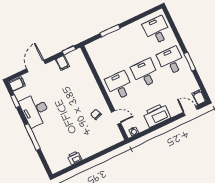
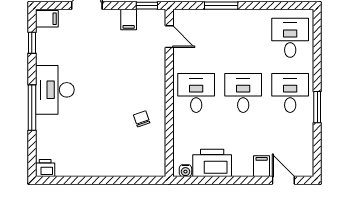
filing cabinet: (199, 97) -> (262, 166), moved
desk: (35, 110) -> (55, 90), moved
printer: (157, 115) -> (212, 163), moved
door: (116, 117) -> (169, 37), moved
printer: (75, 158) -> (45, 168), moved

